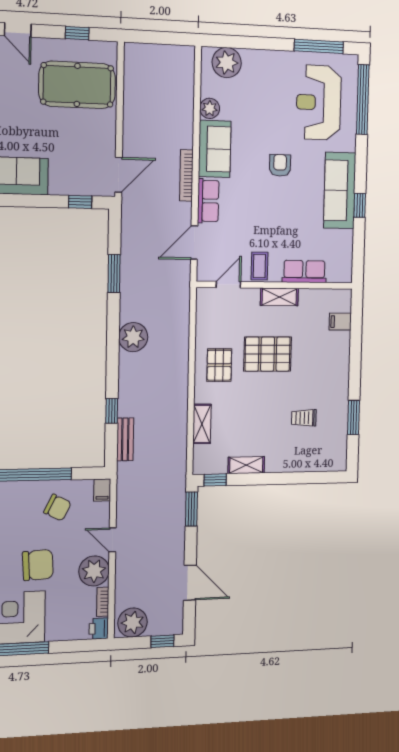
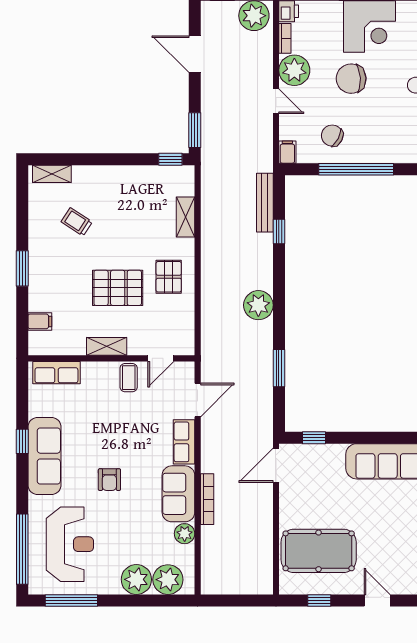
plant: (257, 64) -> (136, 579), added
bookcase: (186, 175) -> (207, 499), moved
row of seats: (304, 272) -> (56, 373), moved
window: (353, 417) -> (22, 268), moved
trolley: (304, 418) -> (77, 222), turned -147
bench: (125, 439) -> (265, 203), width x1.36
shelving: (246, 465) -> (52, 174), moved

